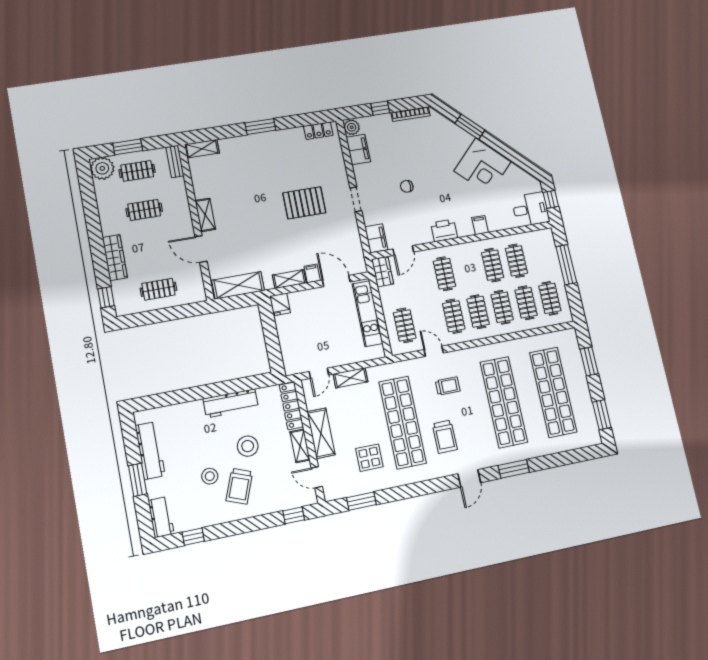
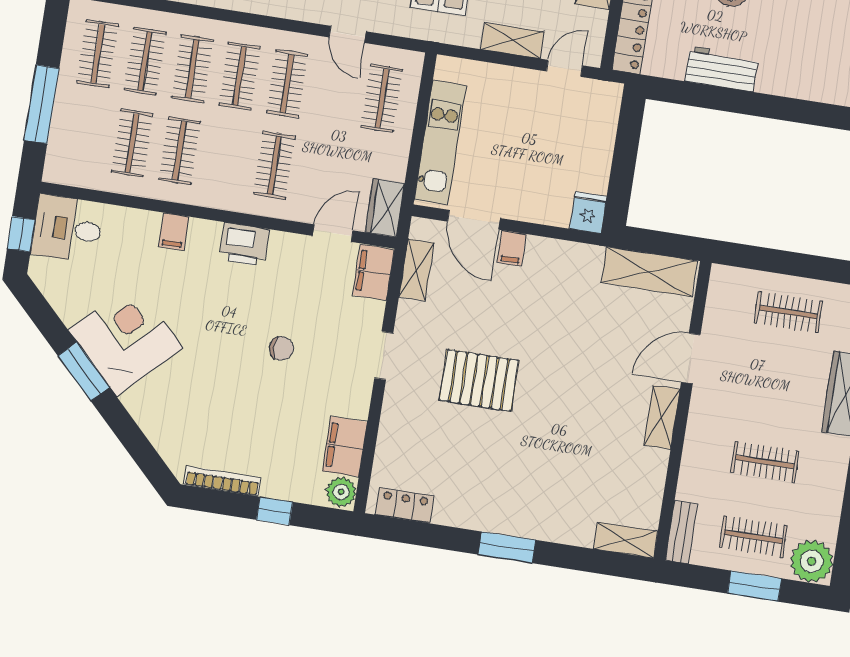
window: (470, 127) -> (84, 371), moved
door: (201, 249) -> (691, 358), swing flipped
shelving: (289, 279) -> (416, 270), moved, turned 90
workbench: (231, 403) -> (722, 69), width x0.73

